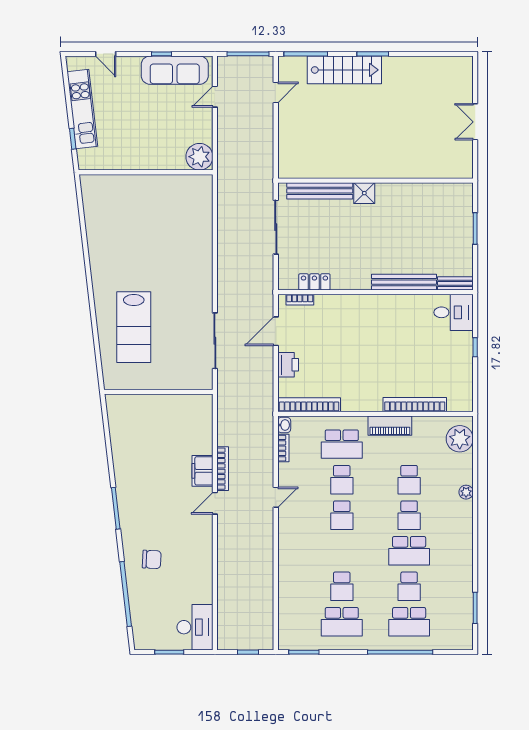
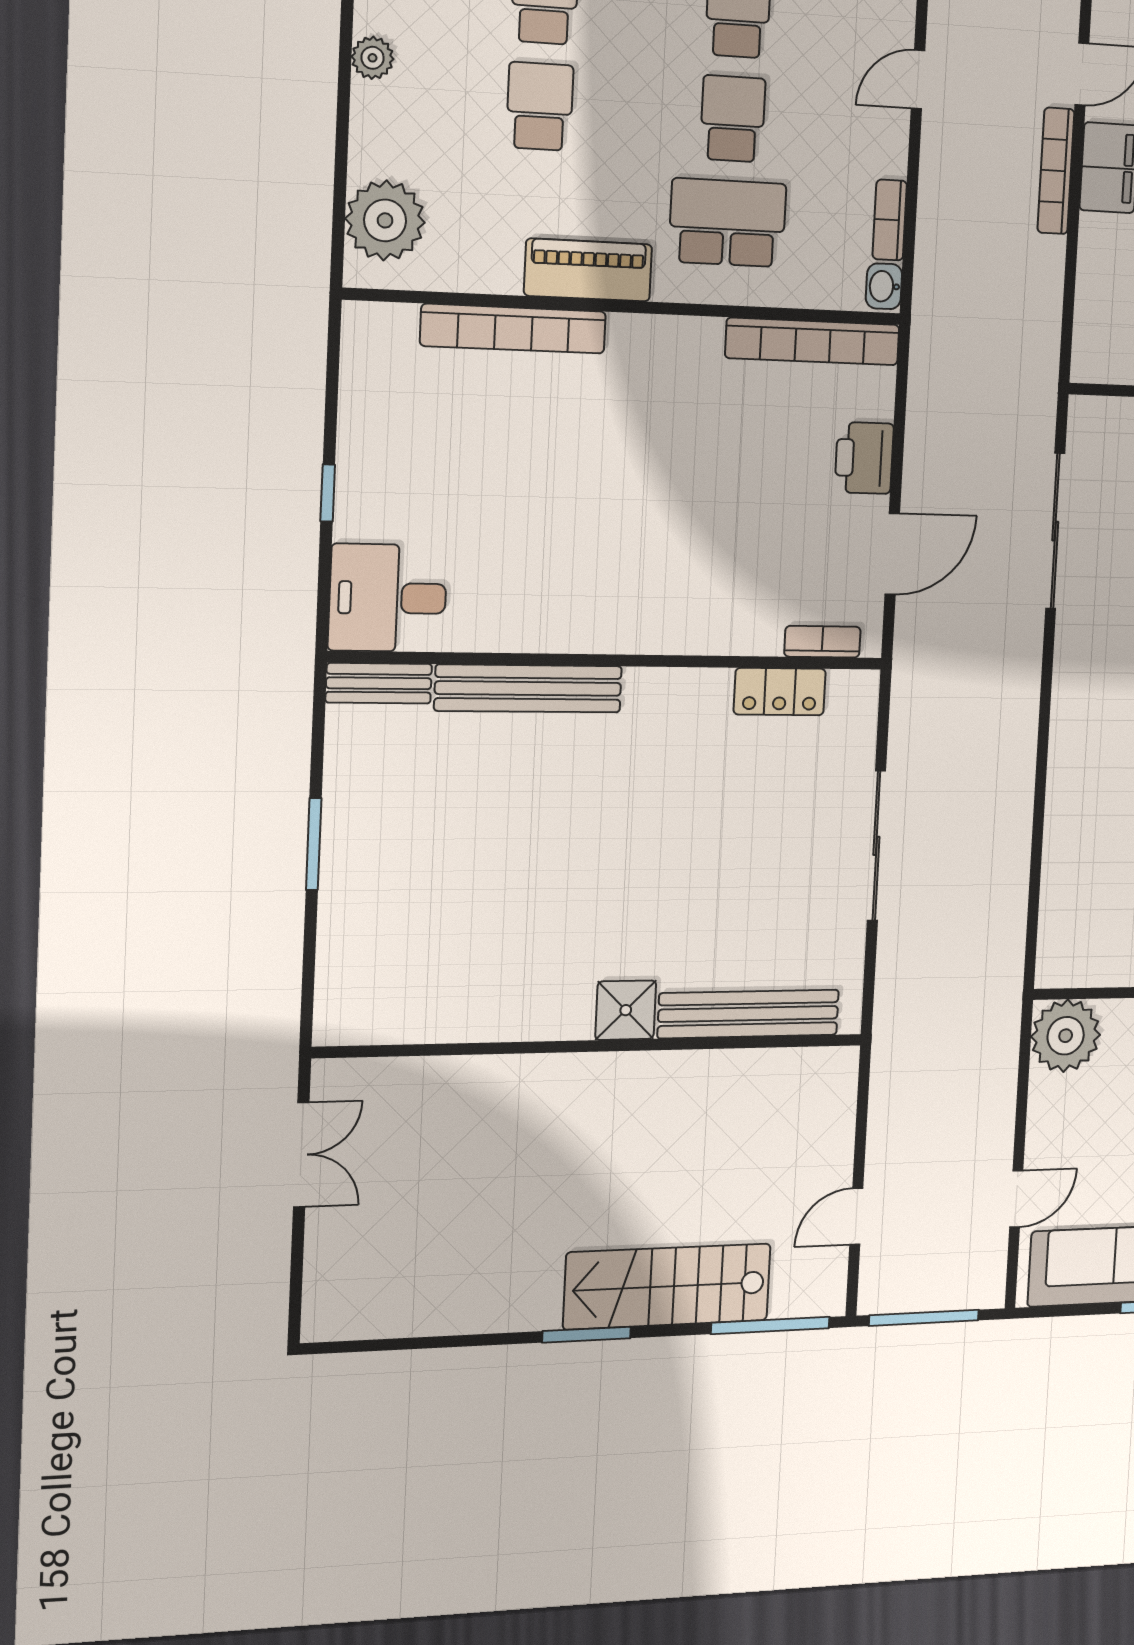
wall: (375, 181) -> (593, 1046), moved
bench: (320, 191) -> (749, 1014), moved
shower: (364, 193) -> (626, 1010), moved

